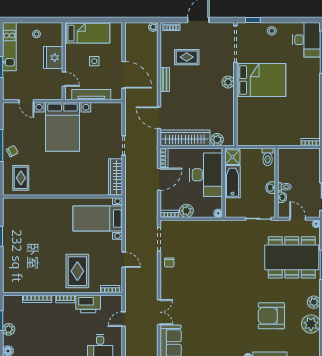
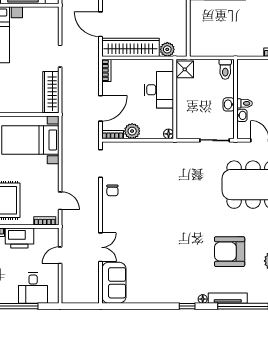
desk: (206, 175) -> (159, 90), width x0.73, depth x0.77
door: (159, 179) -> (101, 108), moved
bathtub: (232, 182) -> (185, 98), removed
door: (124, 260) -> (60, 201), moved

